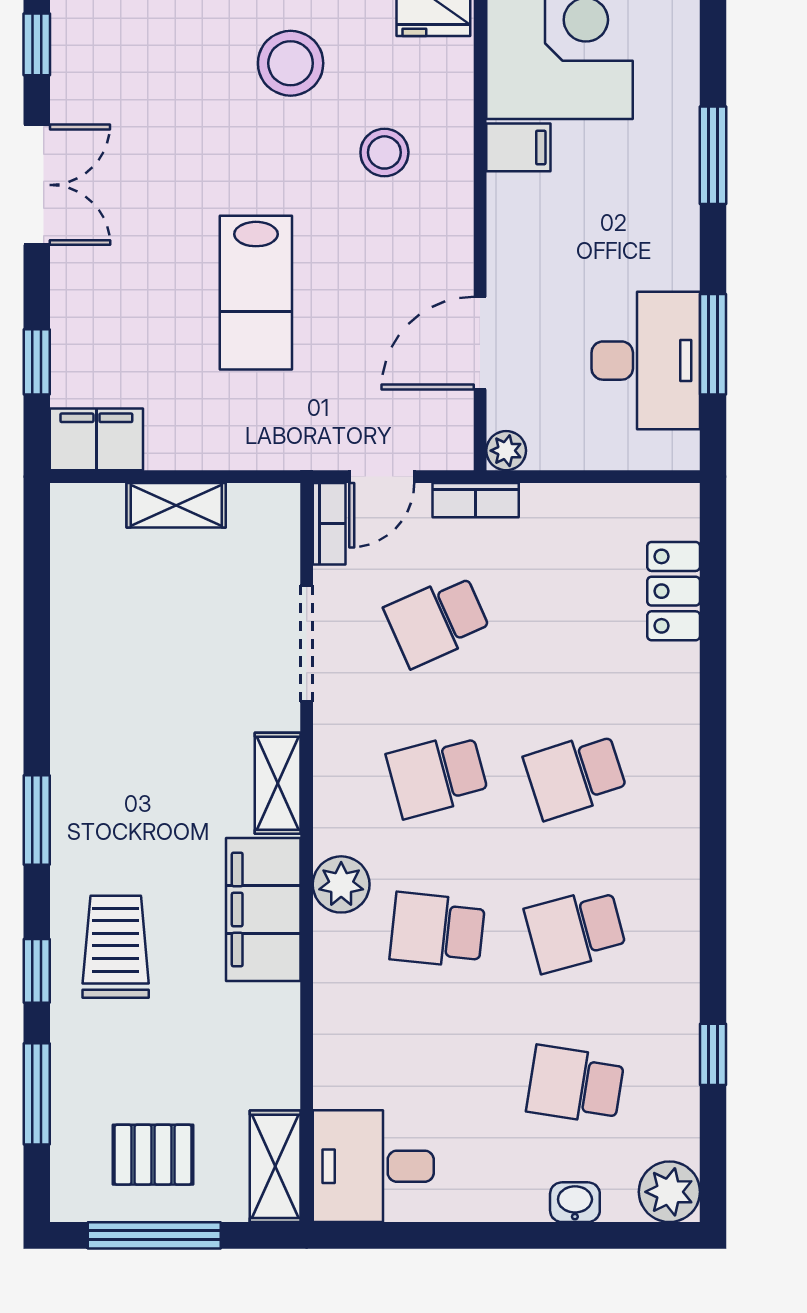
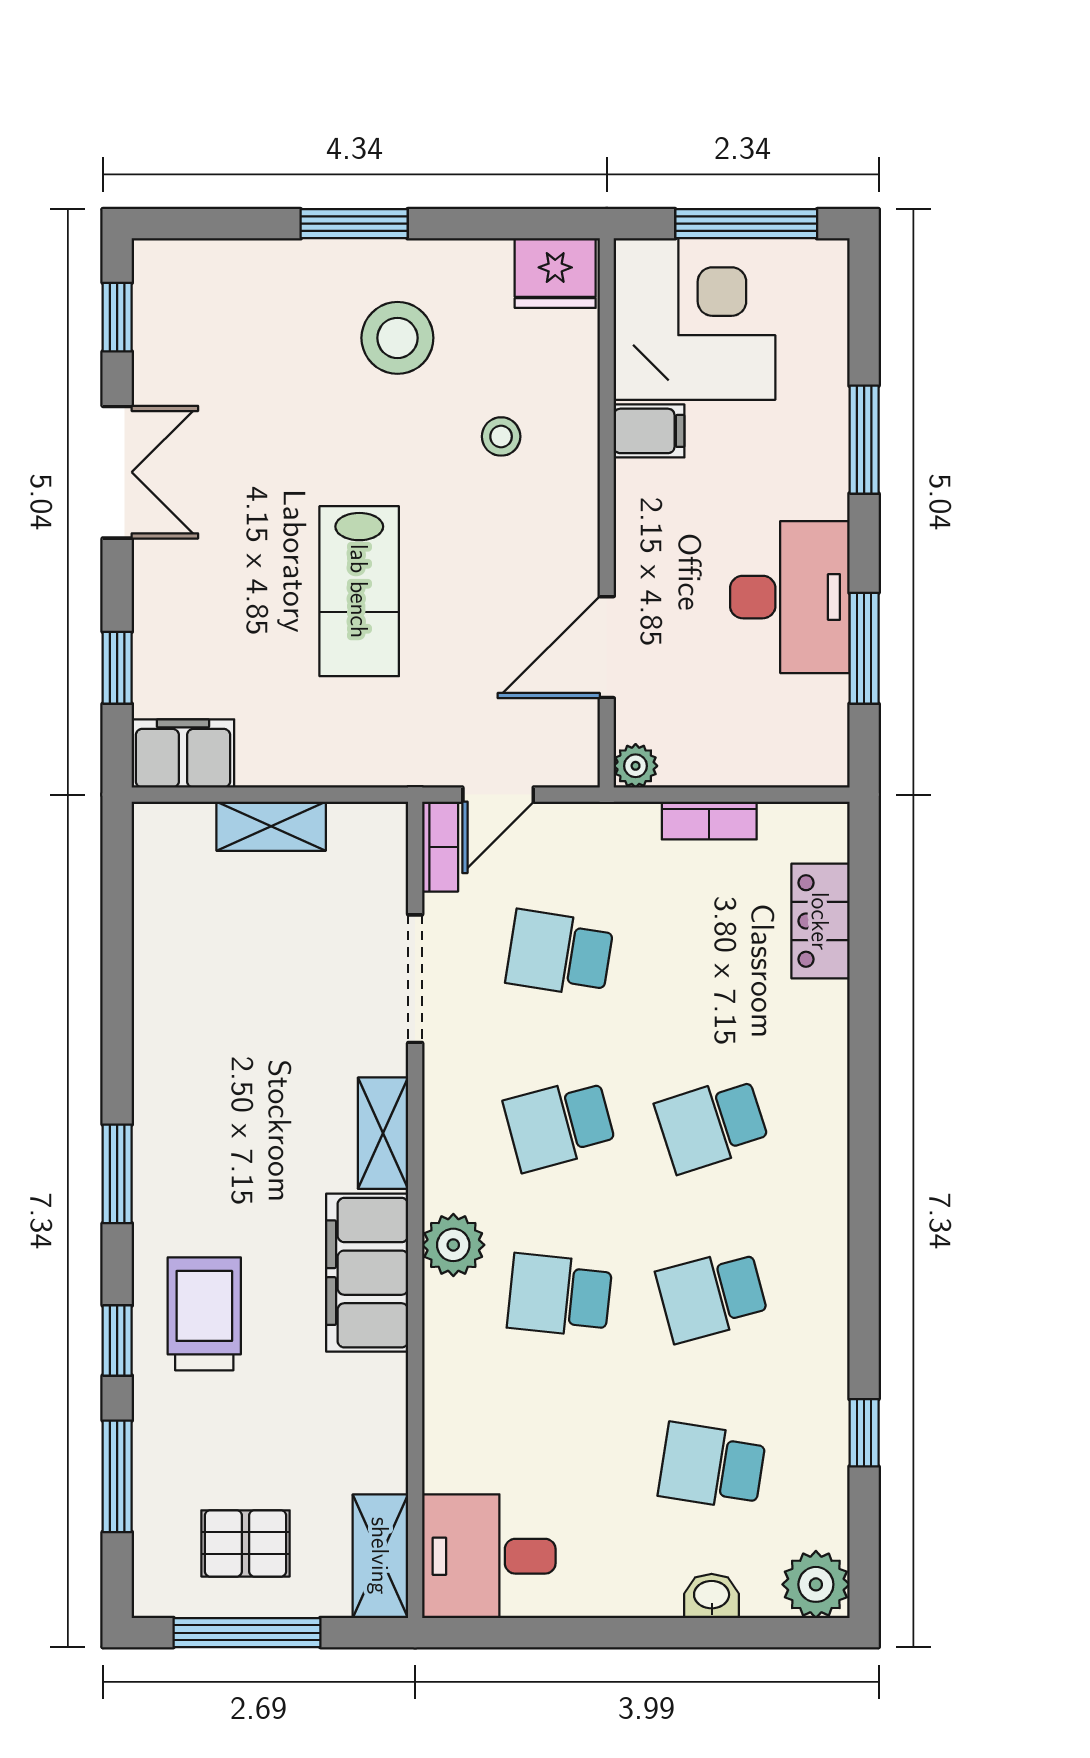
stool: (384, 152) -> (501, 436), width x0.73, depth x0.73
desk: (646, 361) -> (790, 597), moved
bookcase: (476, 500) -> (709, 820), moved
school desk: (437, 620) -> (560, 953), turned 33

